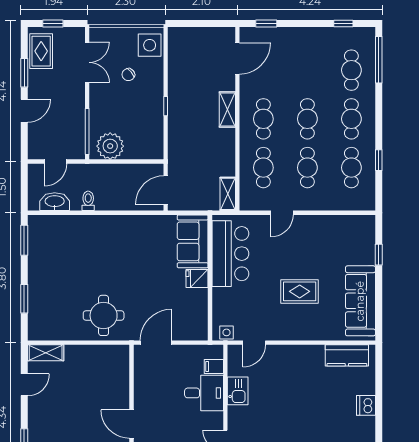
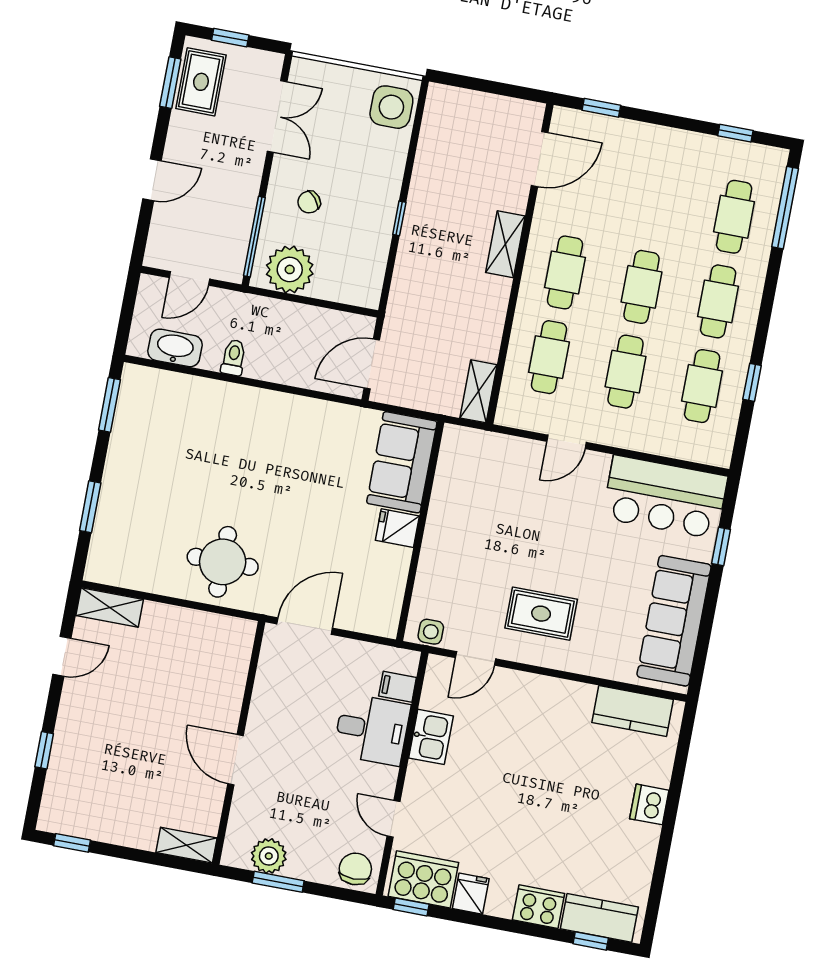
window: (24, 73) -> (170, 83), moved
chair: (128, 75) -> (309, 202), moved
bar counter: (230, 254) -> (665, 497), moved, turned 90
rug: (300, 291) -> (541, 614), moved

